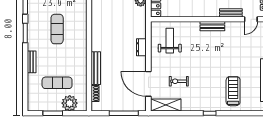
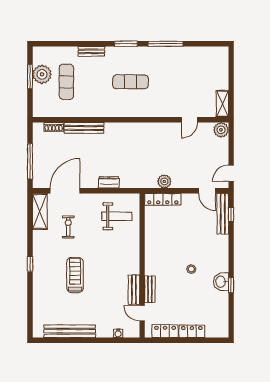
bench: (212, 26) -> (134, 290), moved
treadmill: (233, 91) -> (75, 275), moved, turned -90
plant: (70, 103) -> (42, 74), moved

